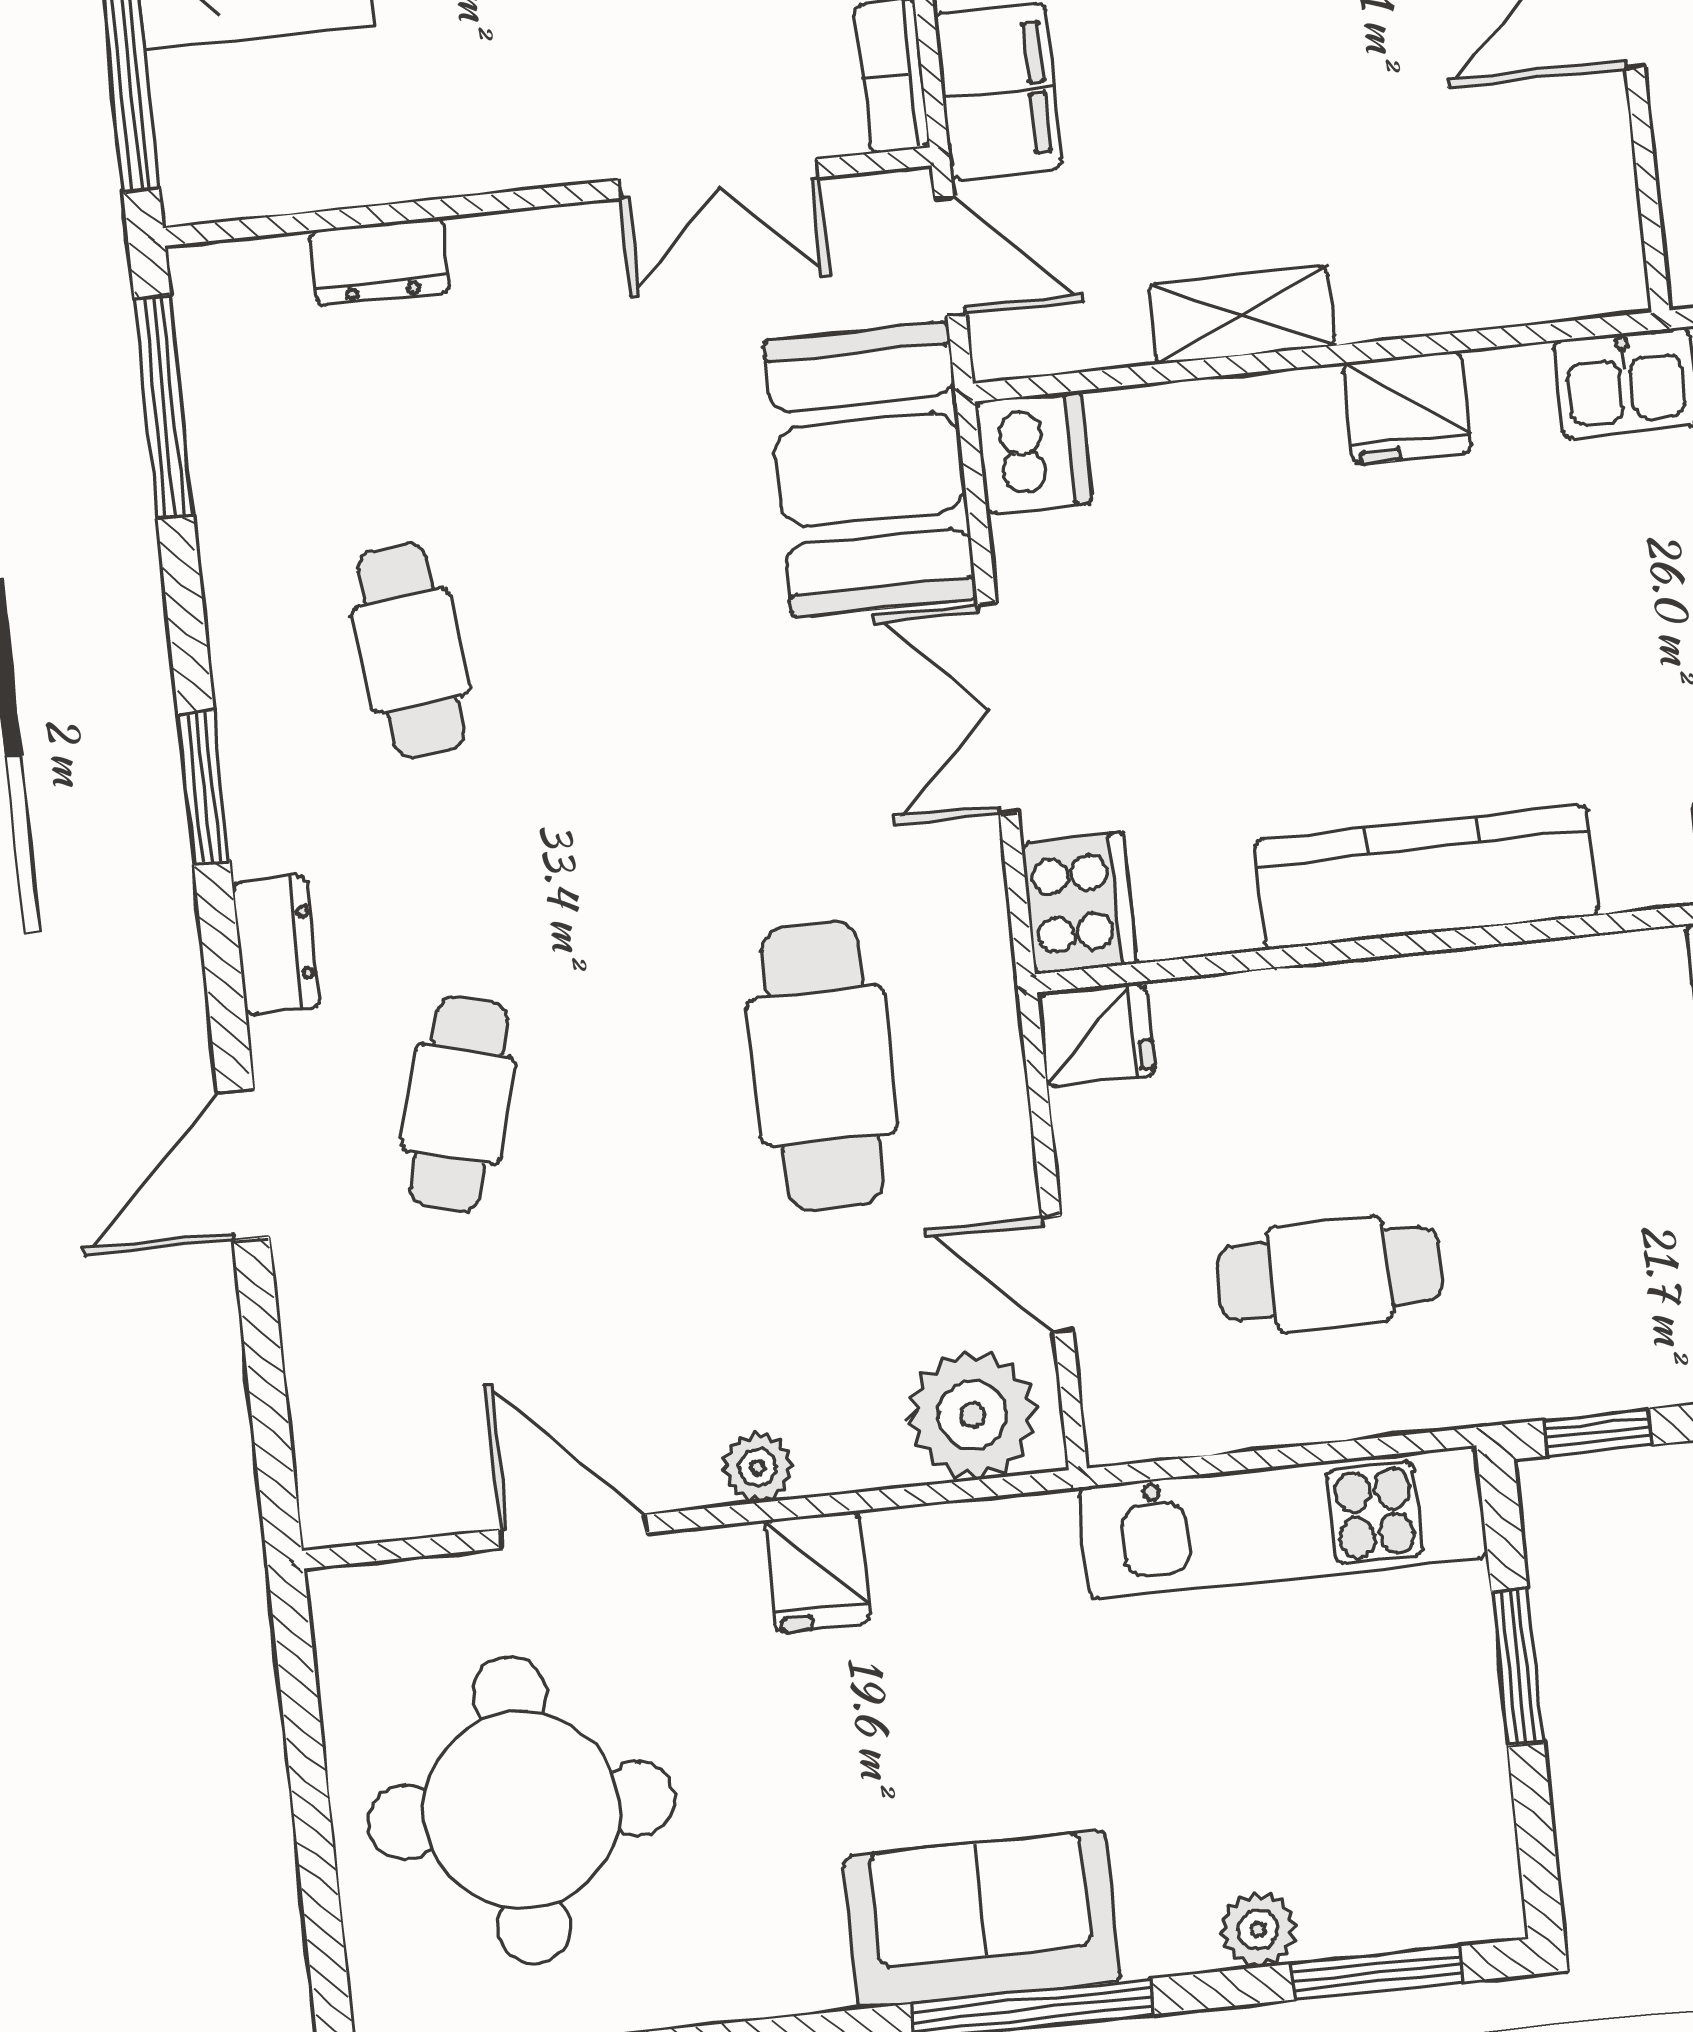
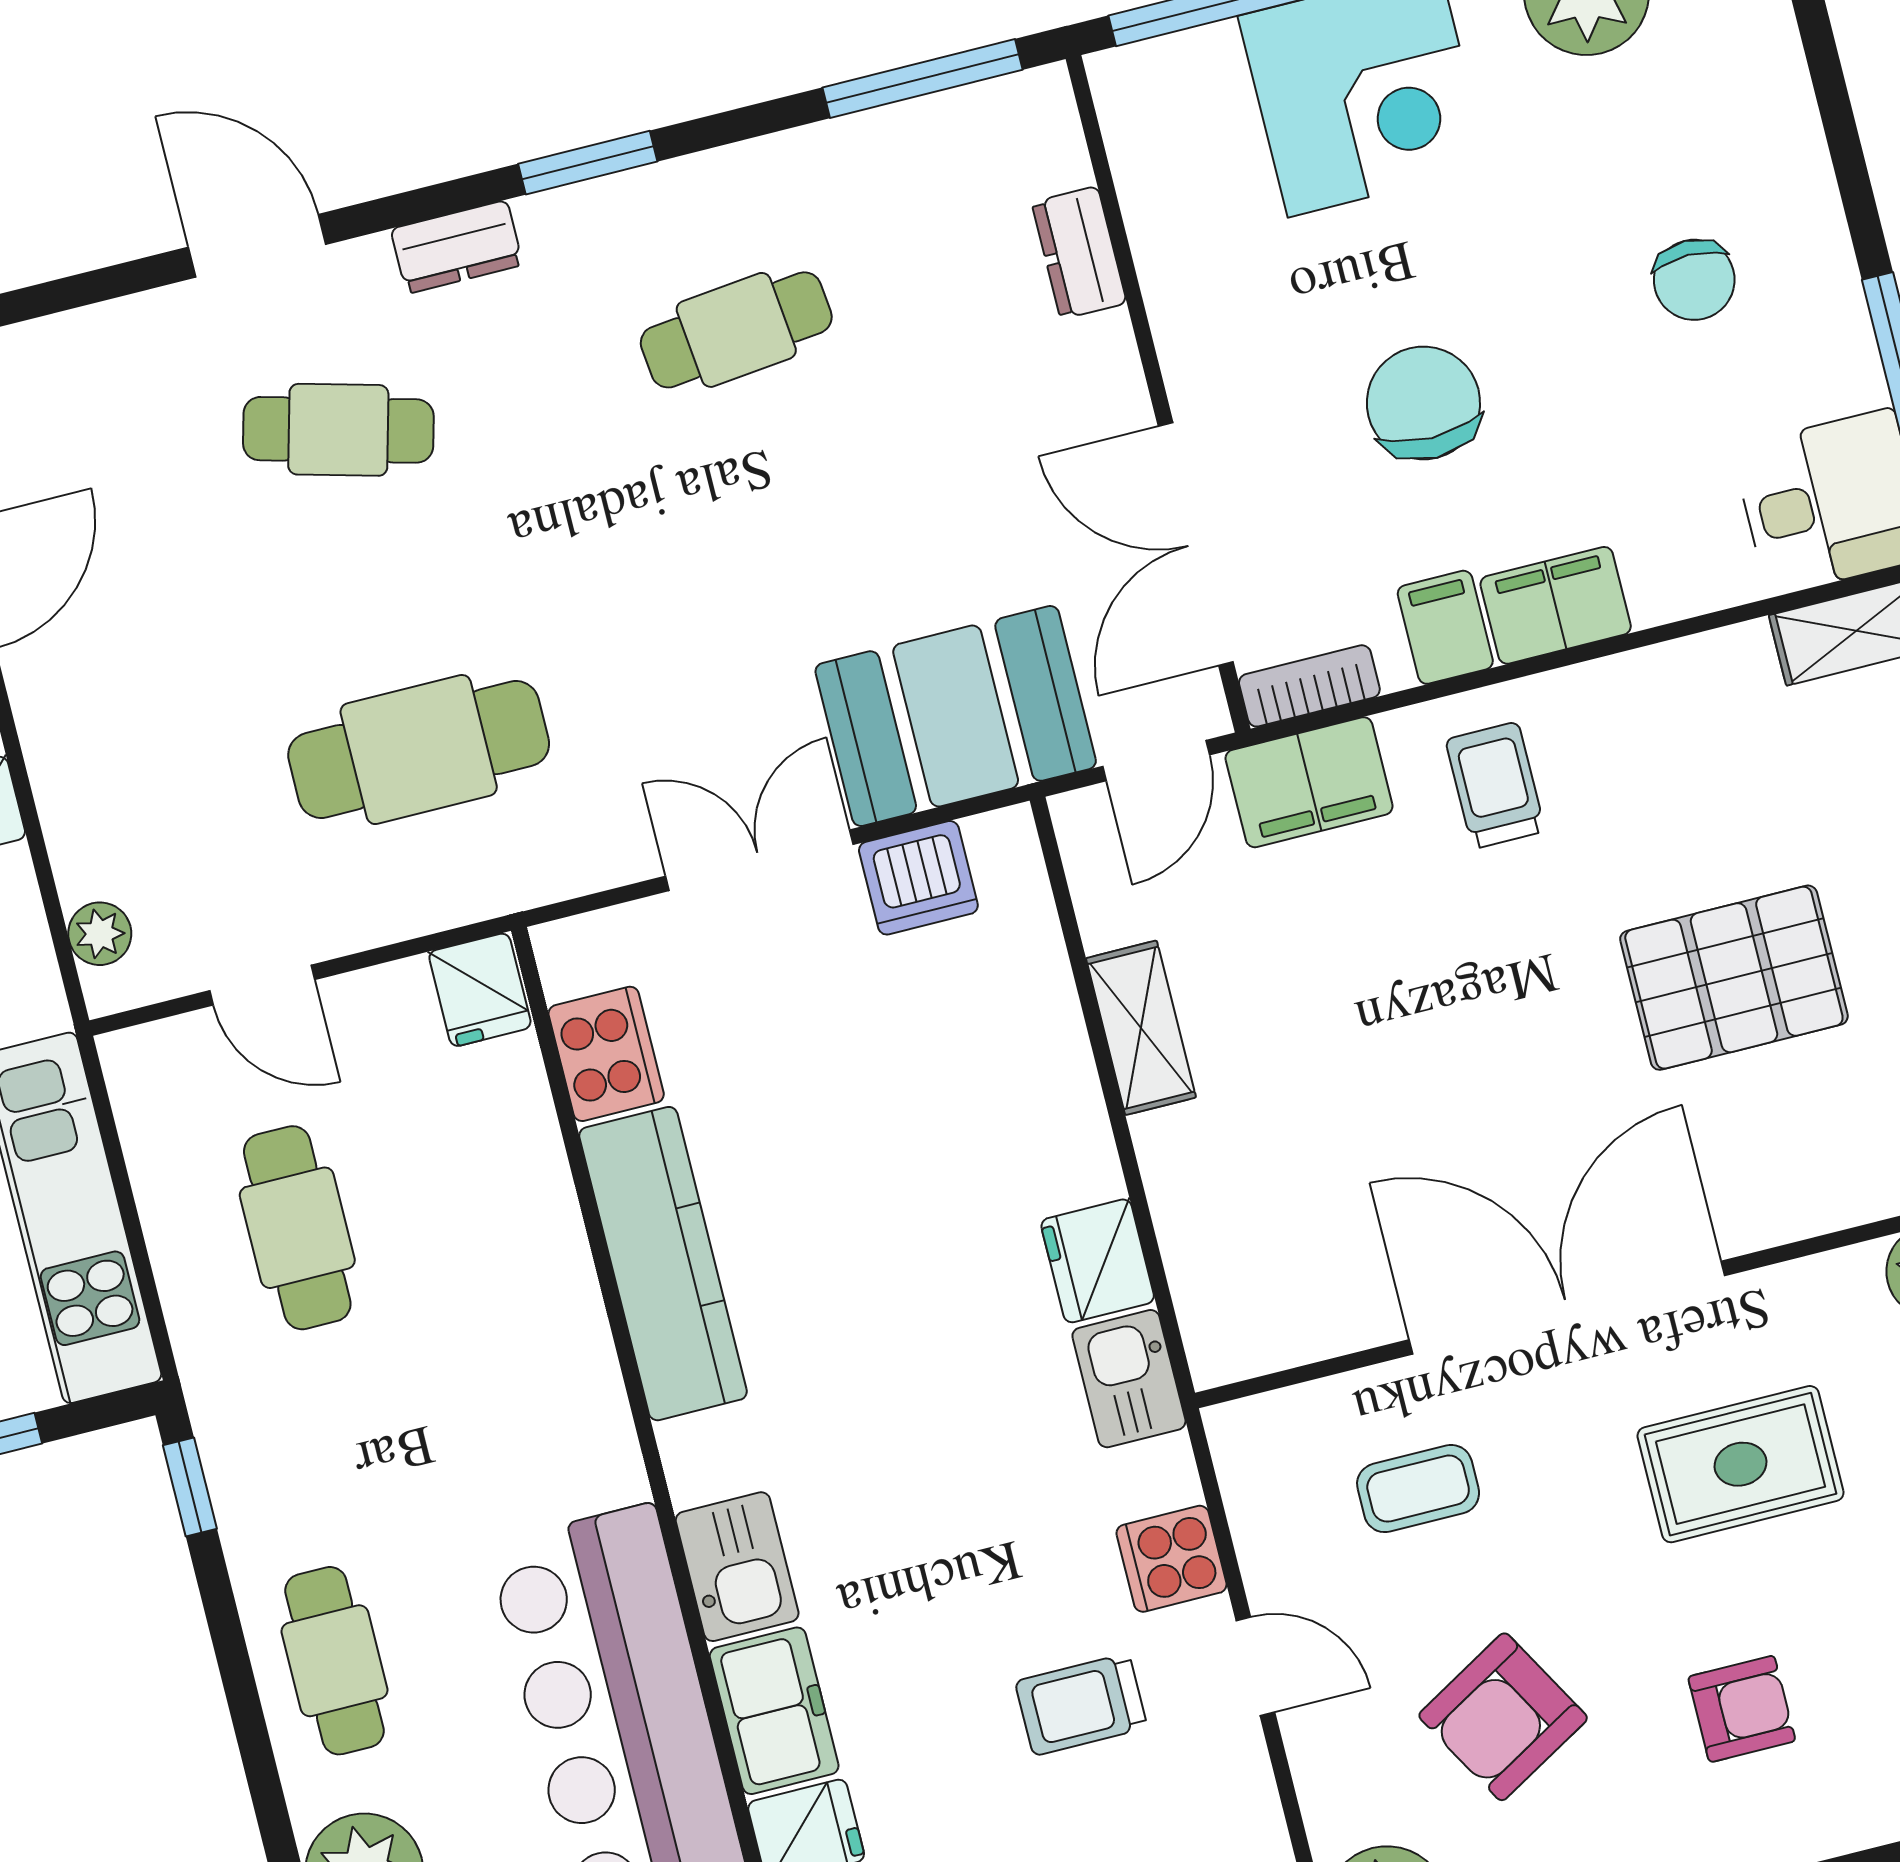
double door: (719, 179) -> (1196, 544), width x1.37
fridge: (1407, 408) -> (1098, 1261), moved
dishwasher: (1033, 452) -> (918, 878), moved
cooker: (1079, 903) -> (606, 1054), moved, turned -90
door: (1057, 1275) -> (262, 985), swing flipped
plant: (972, 1415) -> (100, 934), width x0.53, depth x0.53
plant: (758, 1467) -> (52, 743), removed

